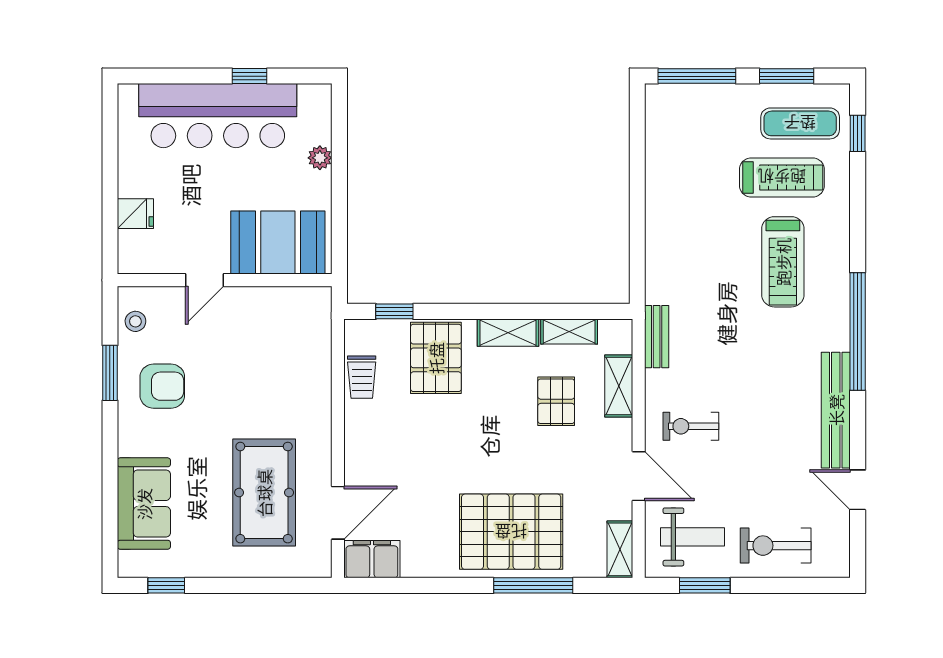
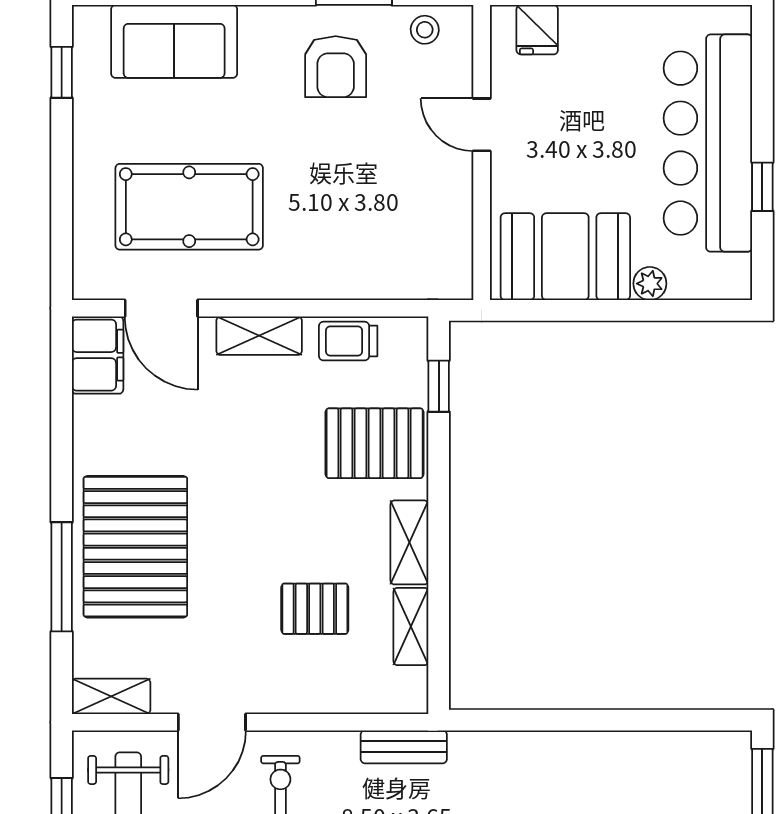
fridge: (135, 214) -> (537, 30), moved
booth: (278, 243) -> (565, 257), moved, turned 90
shelving: (619, 386) -> (259, 336), moved

